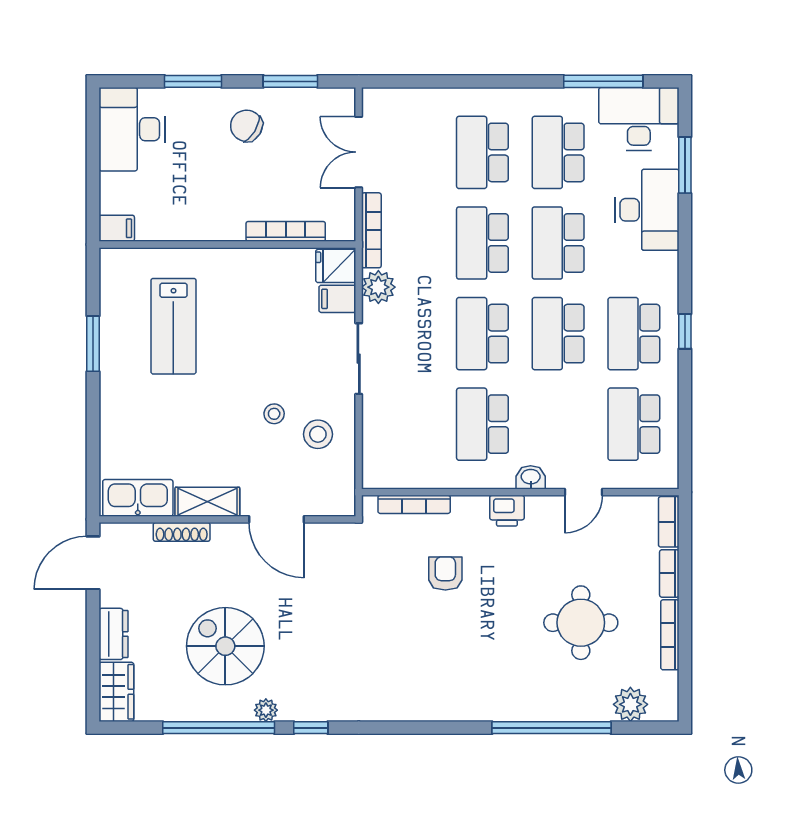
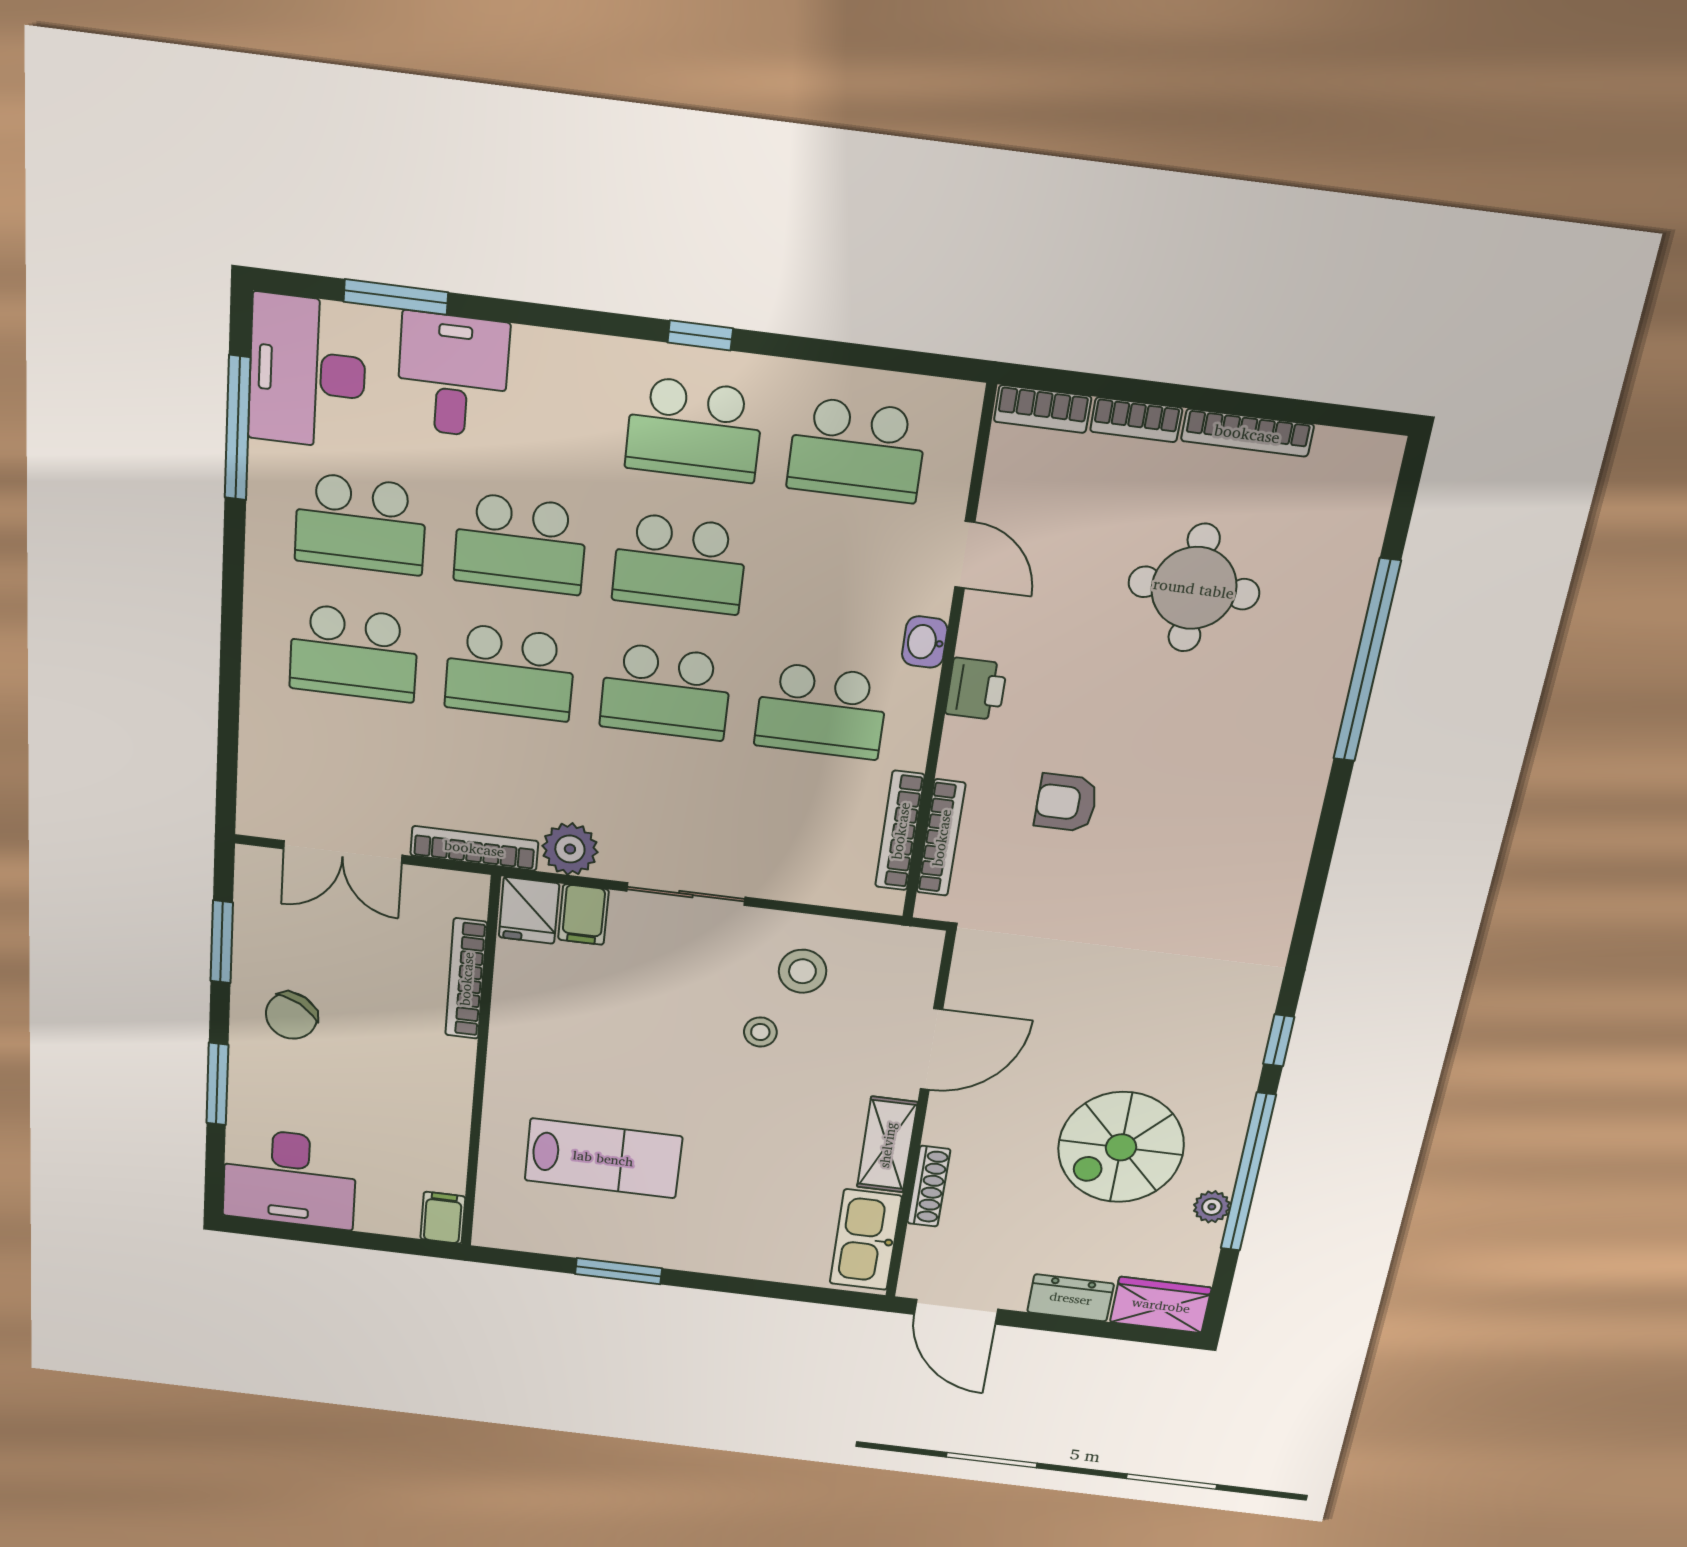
desk: (647, 210) -> (453, 375), width x0.73
bookcase: (415, 480) -> (900, 831), added
plant: (630, 704) -> (1357, 519), removed
plant: (266, 710) -> (1212, 1207), moved

